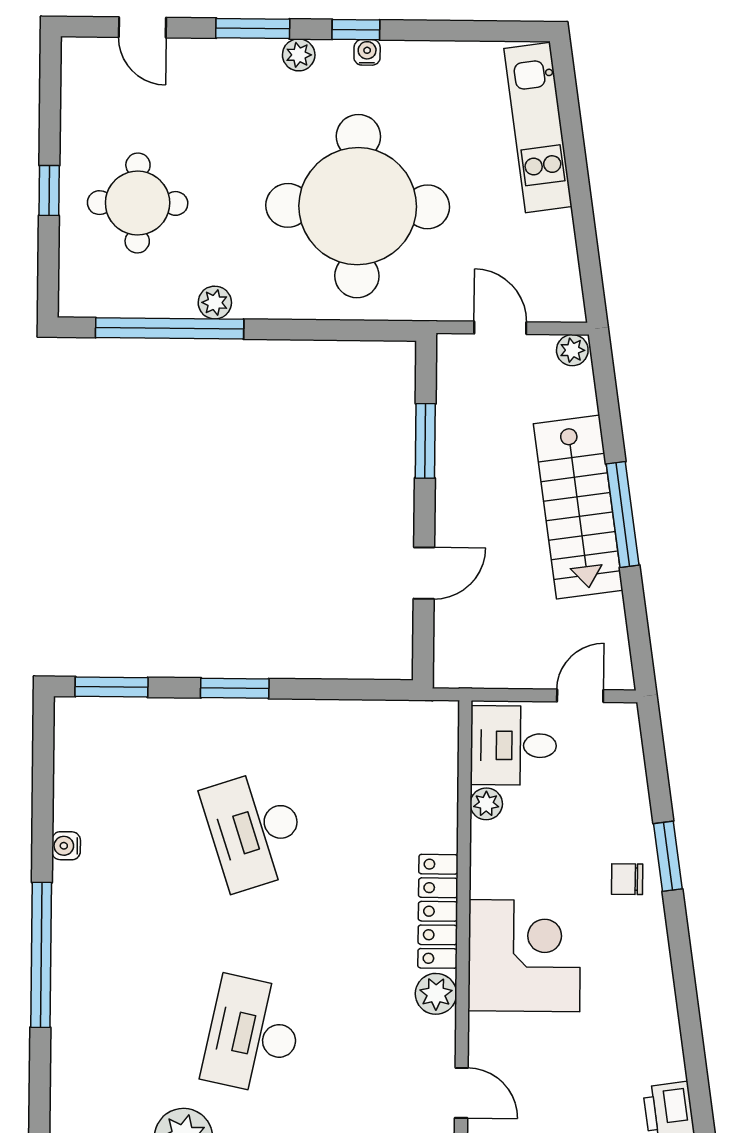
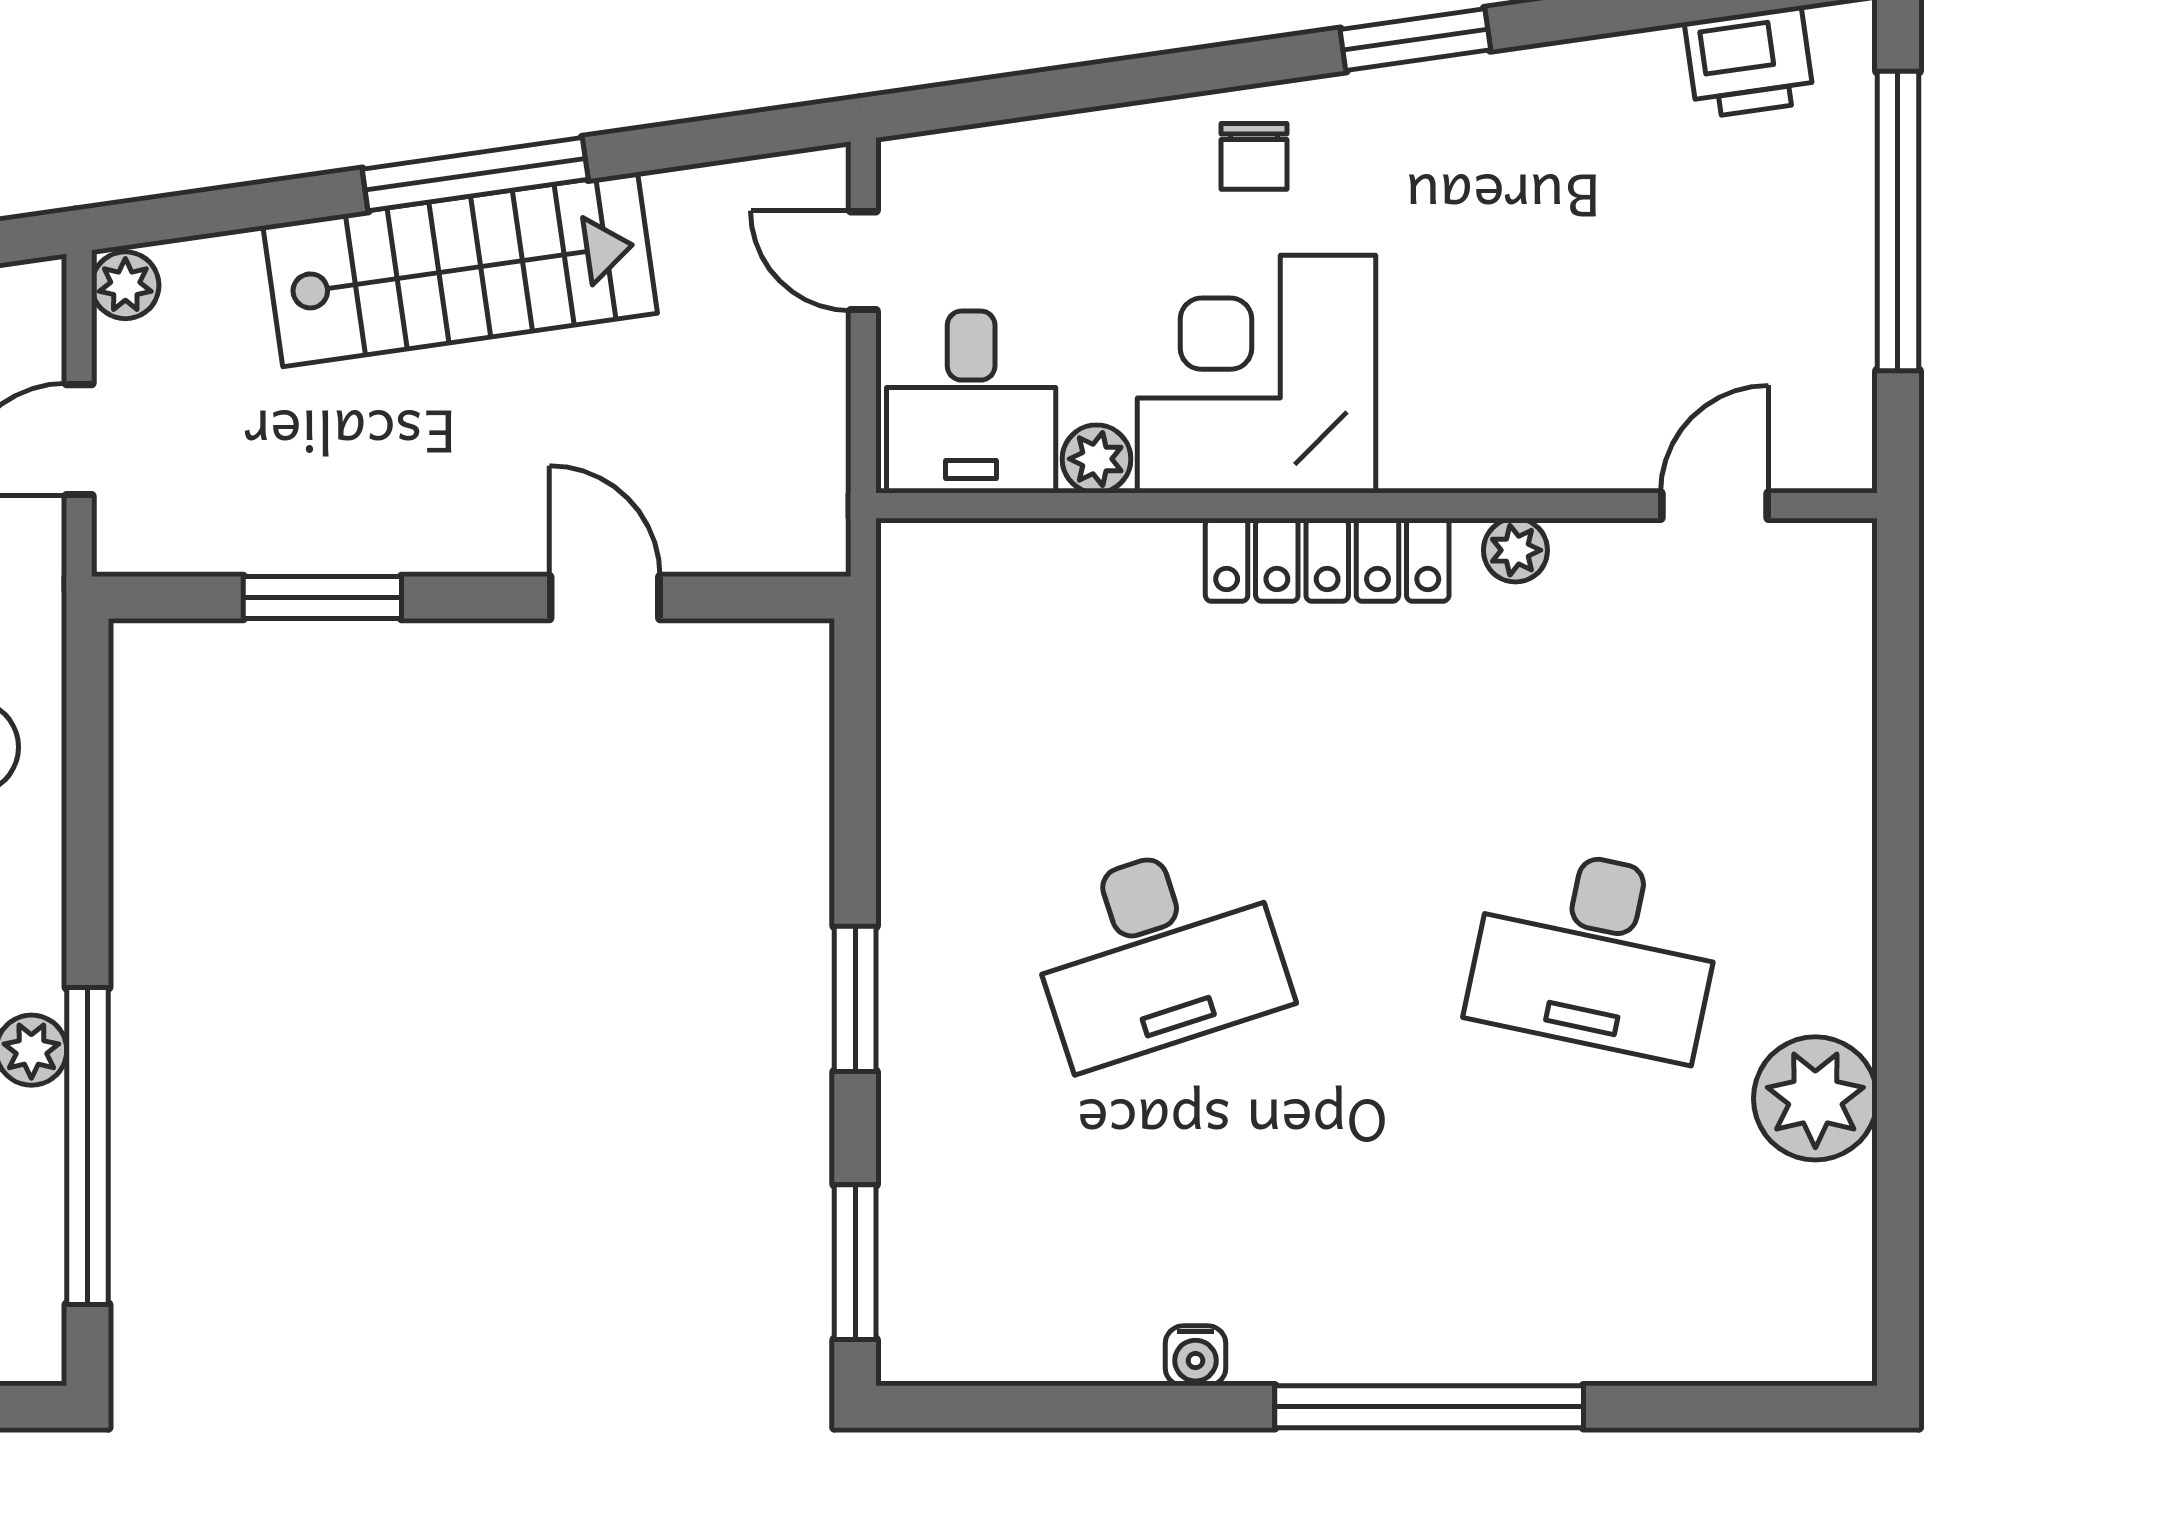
window: (668, 856) -> (1415, 40), moved
corner desk: (524, 956) -> (1256, 374), moved
plant: (436, 994) -> (1515, 550), width x0.73, depth x0.73

